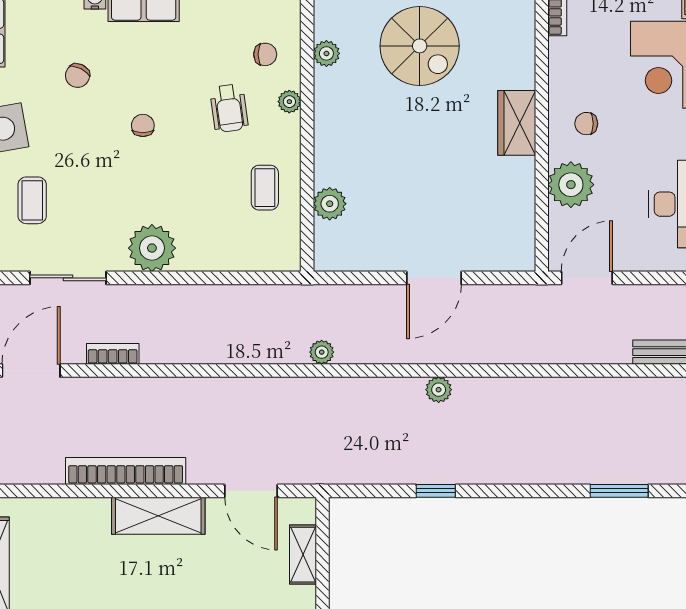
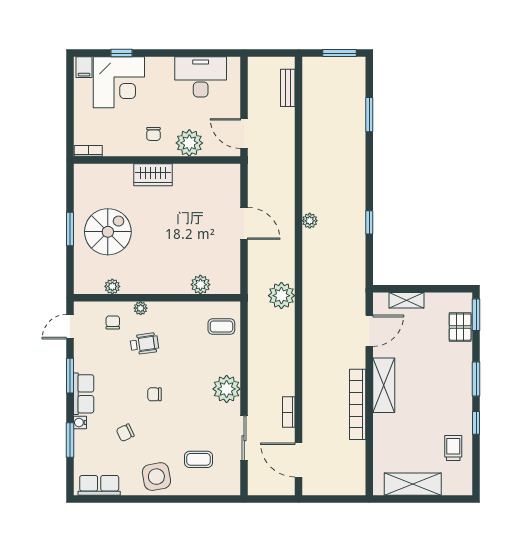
chair: (77, 76) -> (125, 433), turned 129
coffee table: (265, 188) -> (221, 327), moved
plant: (322, 352) -> (281, 296), width x1.88, depth x1.88

